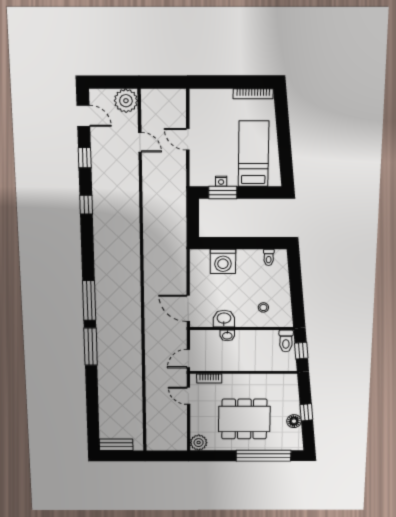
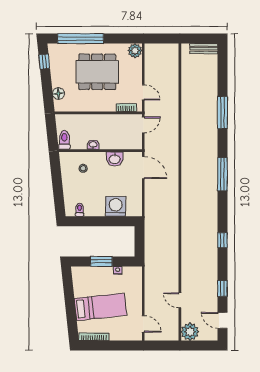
door: (188, 139) -> (143, 324), moved
bed: (254, 154) -> (101, 307), moved, turned -96
window: (223, 193) -> (101, 261), moved
window: (86, 205) -> (222, 240), moved
washbasin: (227, 335) -> (93, 145), moved
window: (91, 347) -> (222, 113), moved
window: (301, 351) -> (52, 132), removed
window: (306, 412) -> (44, 62), moved
floor lamp: (294, 421) -> (58, 93), moved

